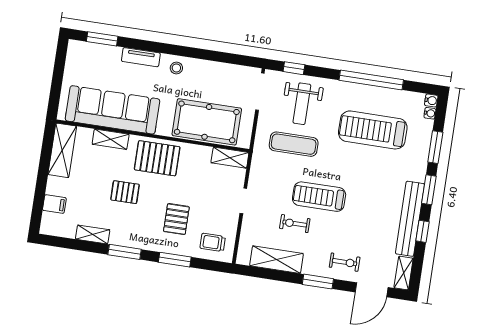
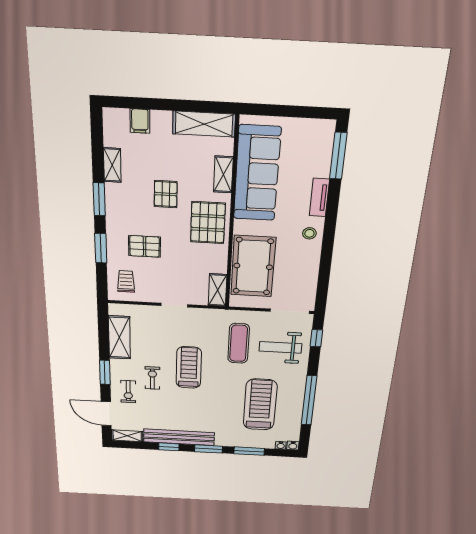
window: (102, 39) -> (338, 156), width x1.44
exercise bike: (295, 224) -> (152, 378), moved

